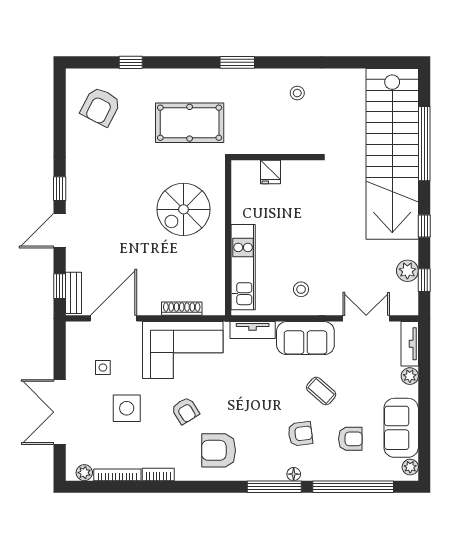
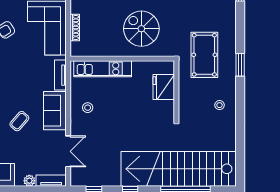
pool table: (190, 123) -> (204, 55), moved
fridge: (270, 172) -> (164, 87), width x1.88, depth x1.34
plant: (407, 271) -> (100, 179), removed

